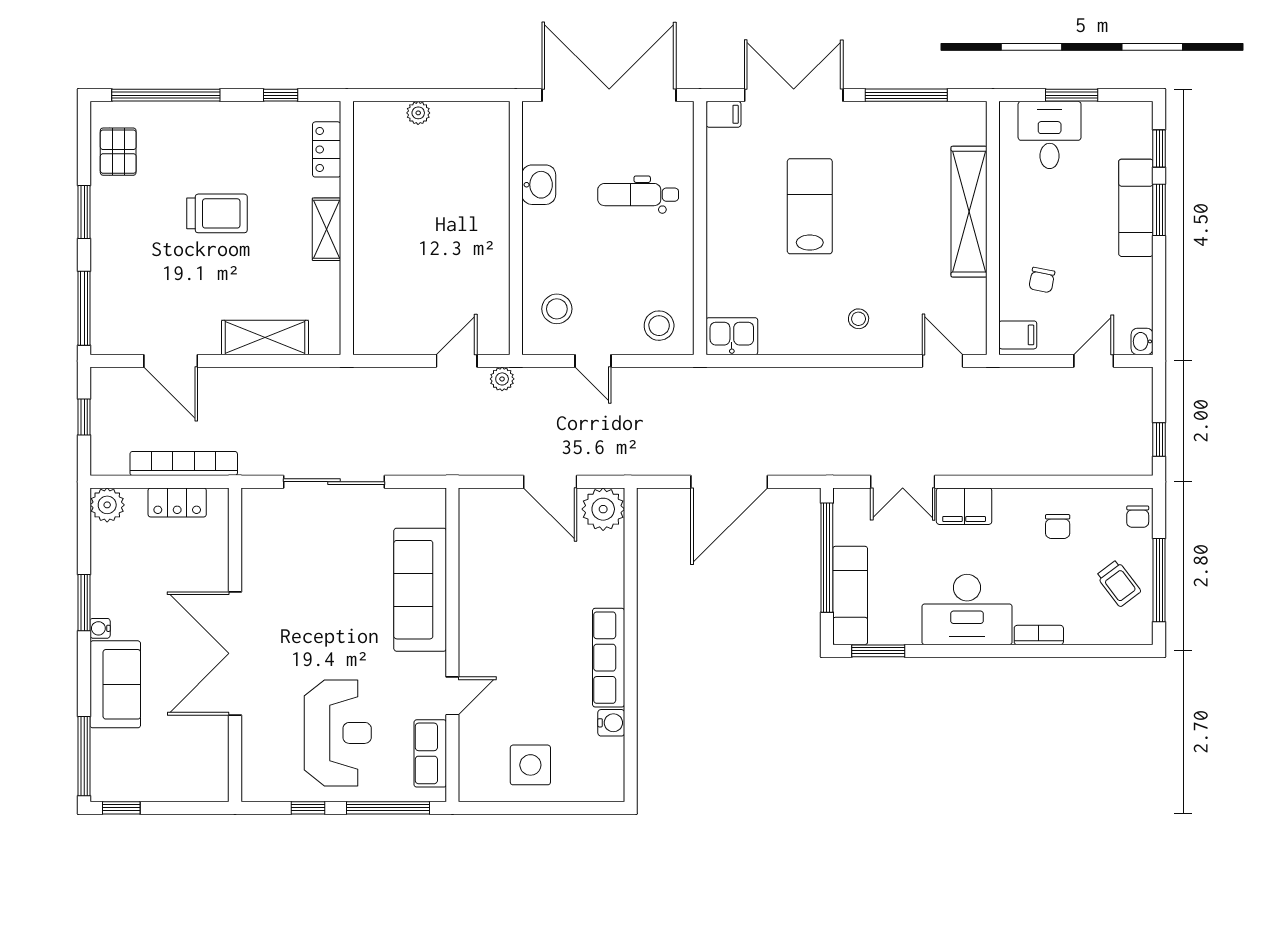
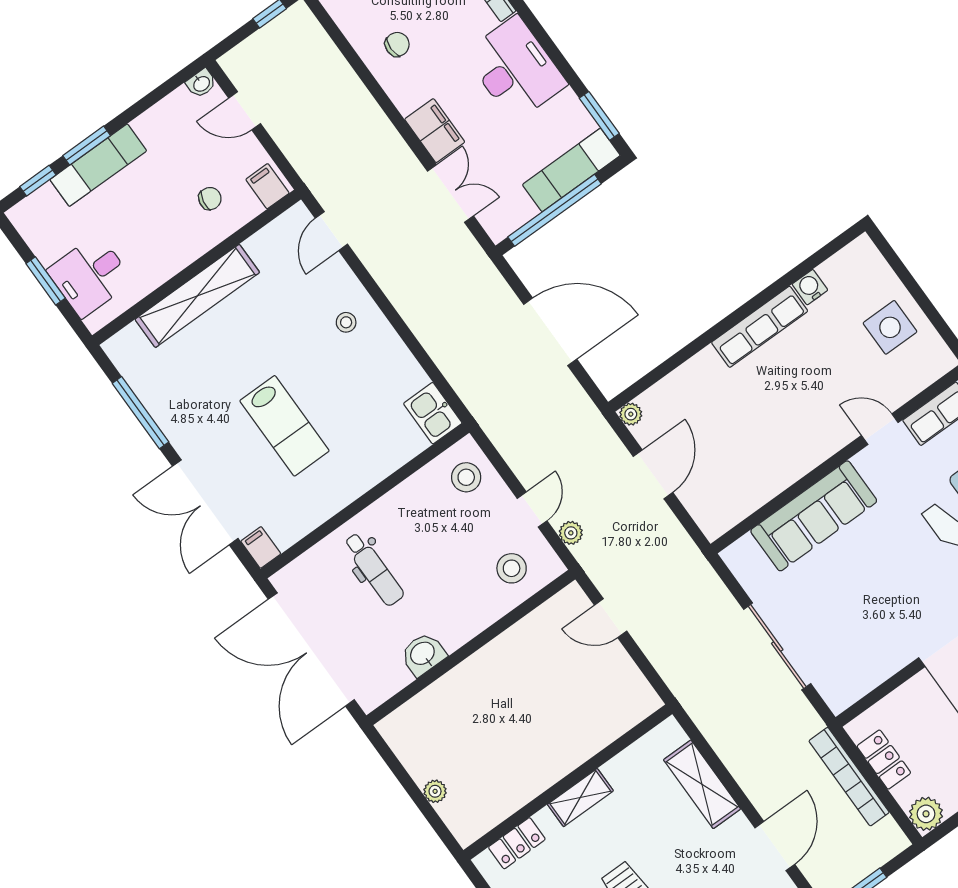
lab bench: (810, 206) -> (284, 426), turned -90
plant: (502, 379) -> (571, 533), moved
plant: (603, 509) -> (631, 414), width x0.53, depth x0.53

